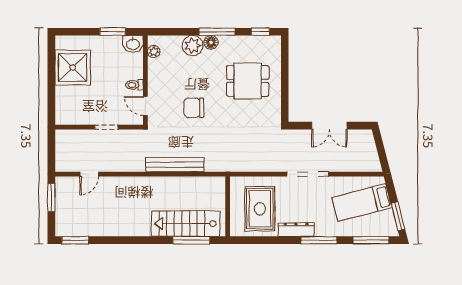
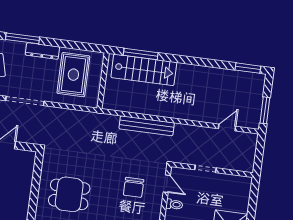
chair: (194, 108) -> (134, 187), moved, turned 90

